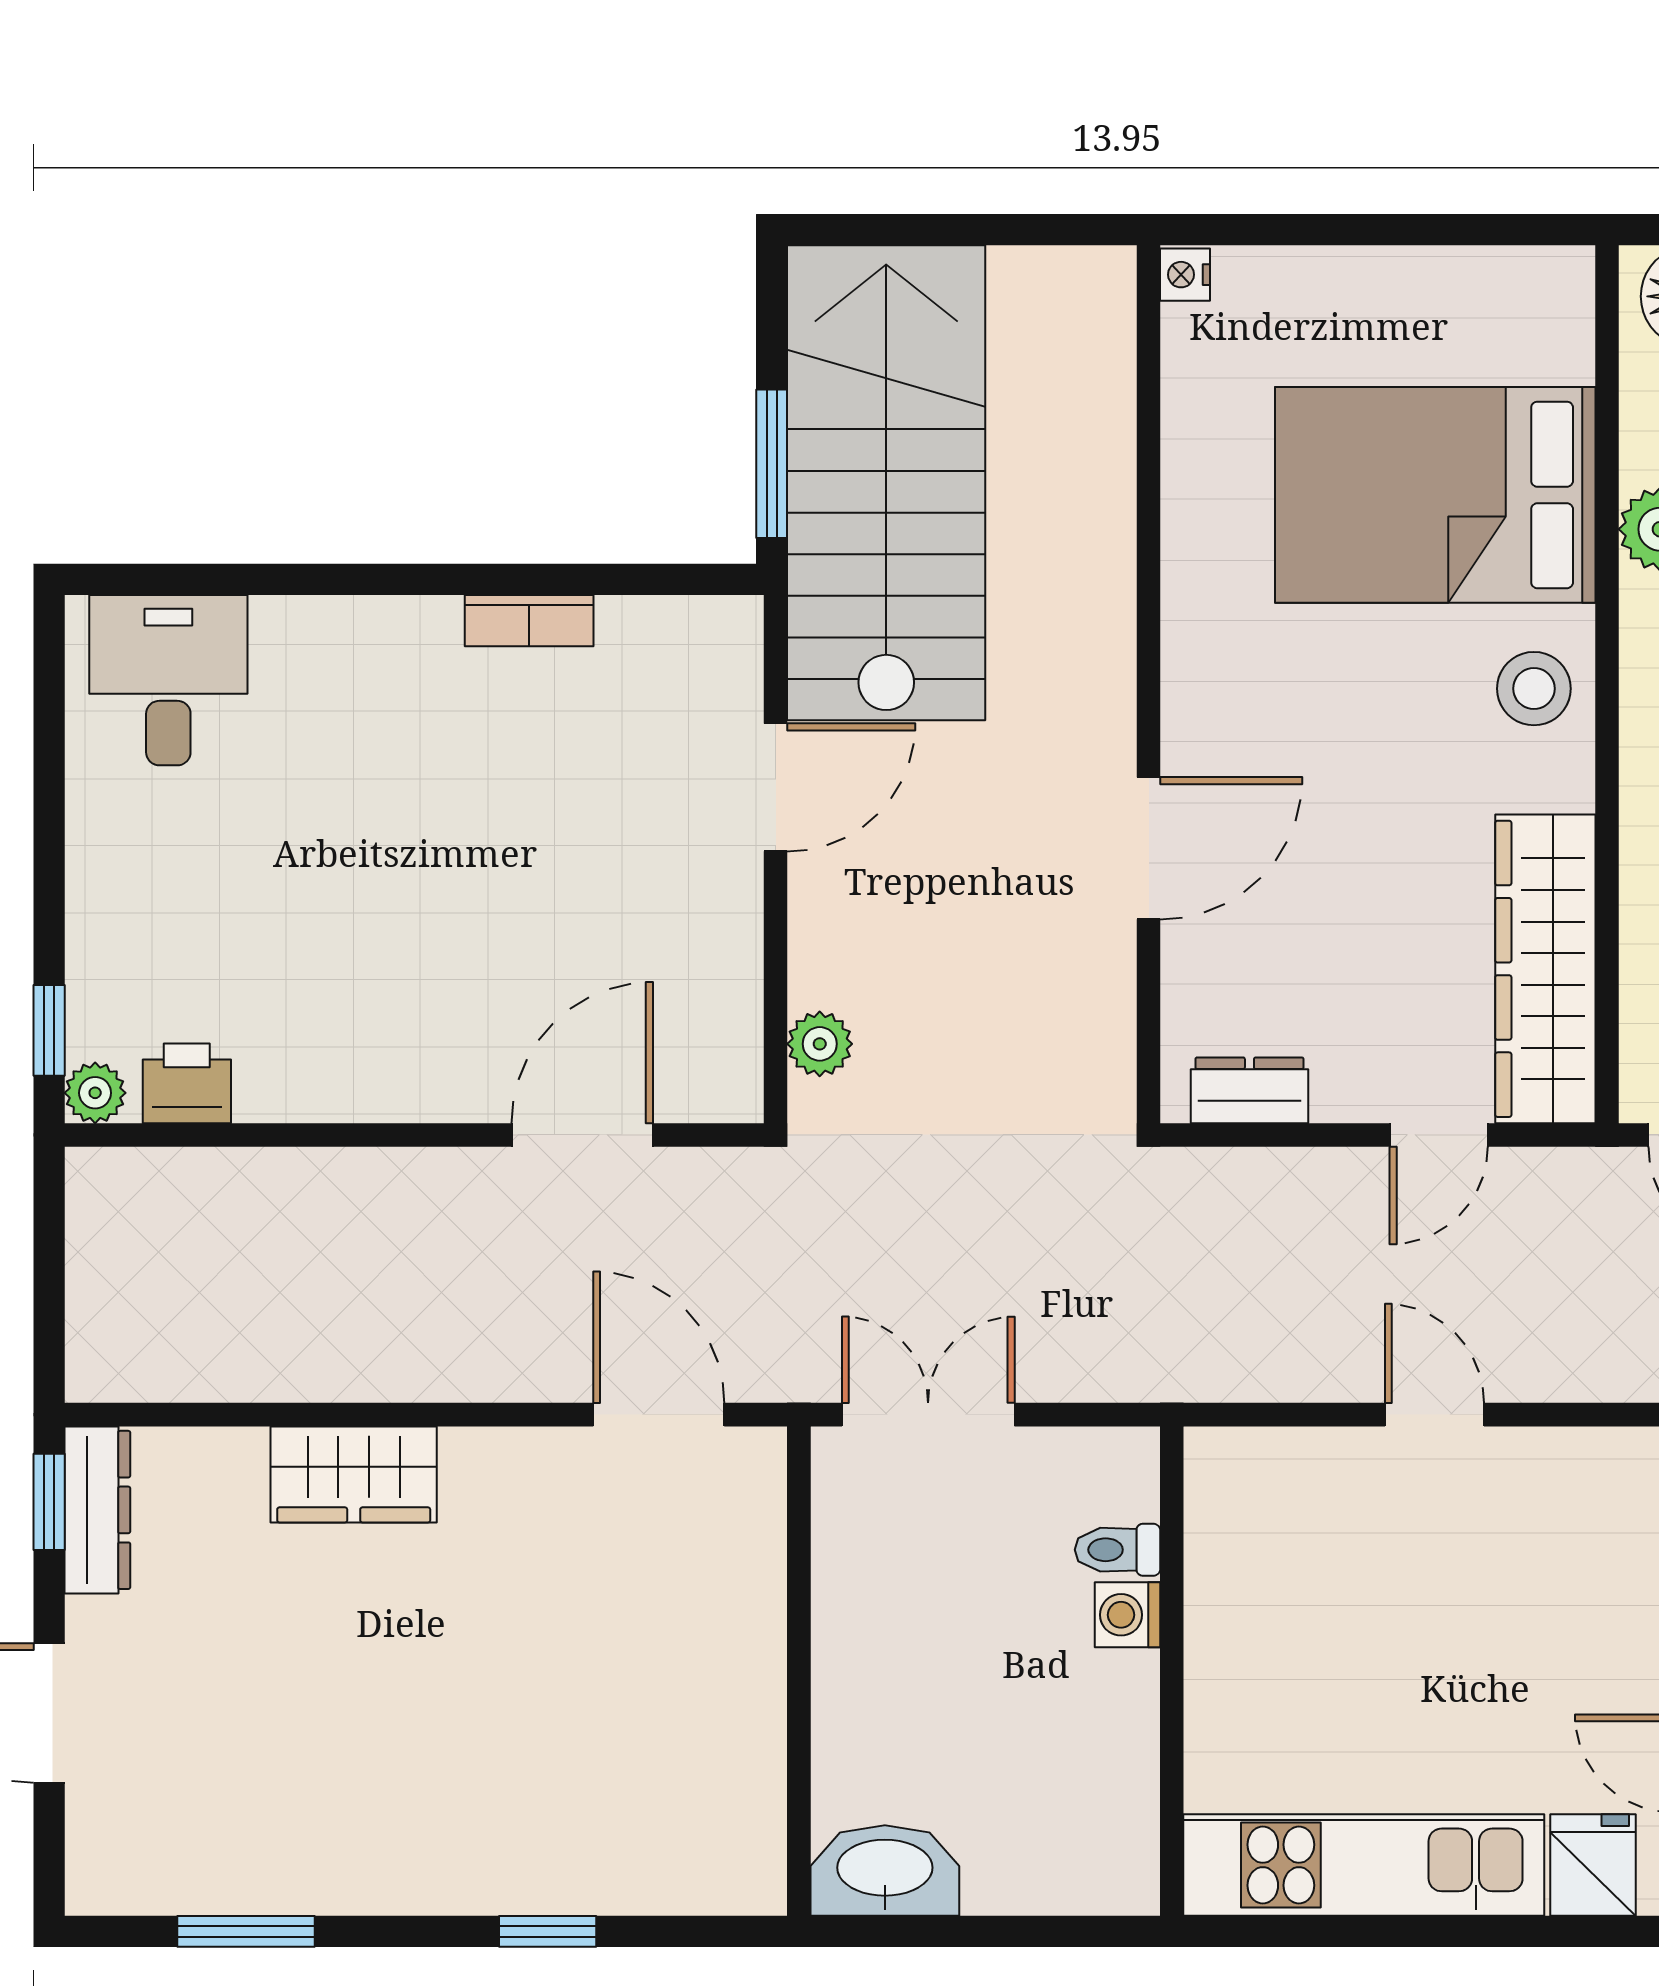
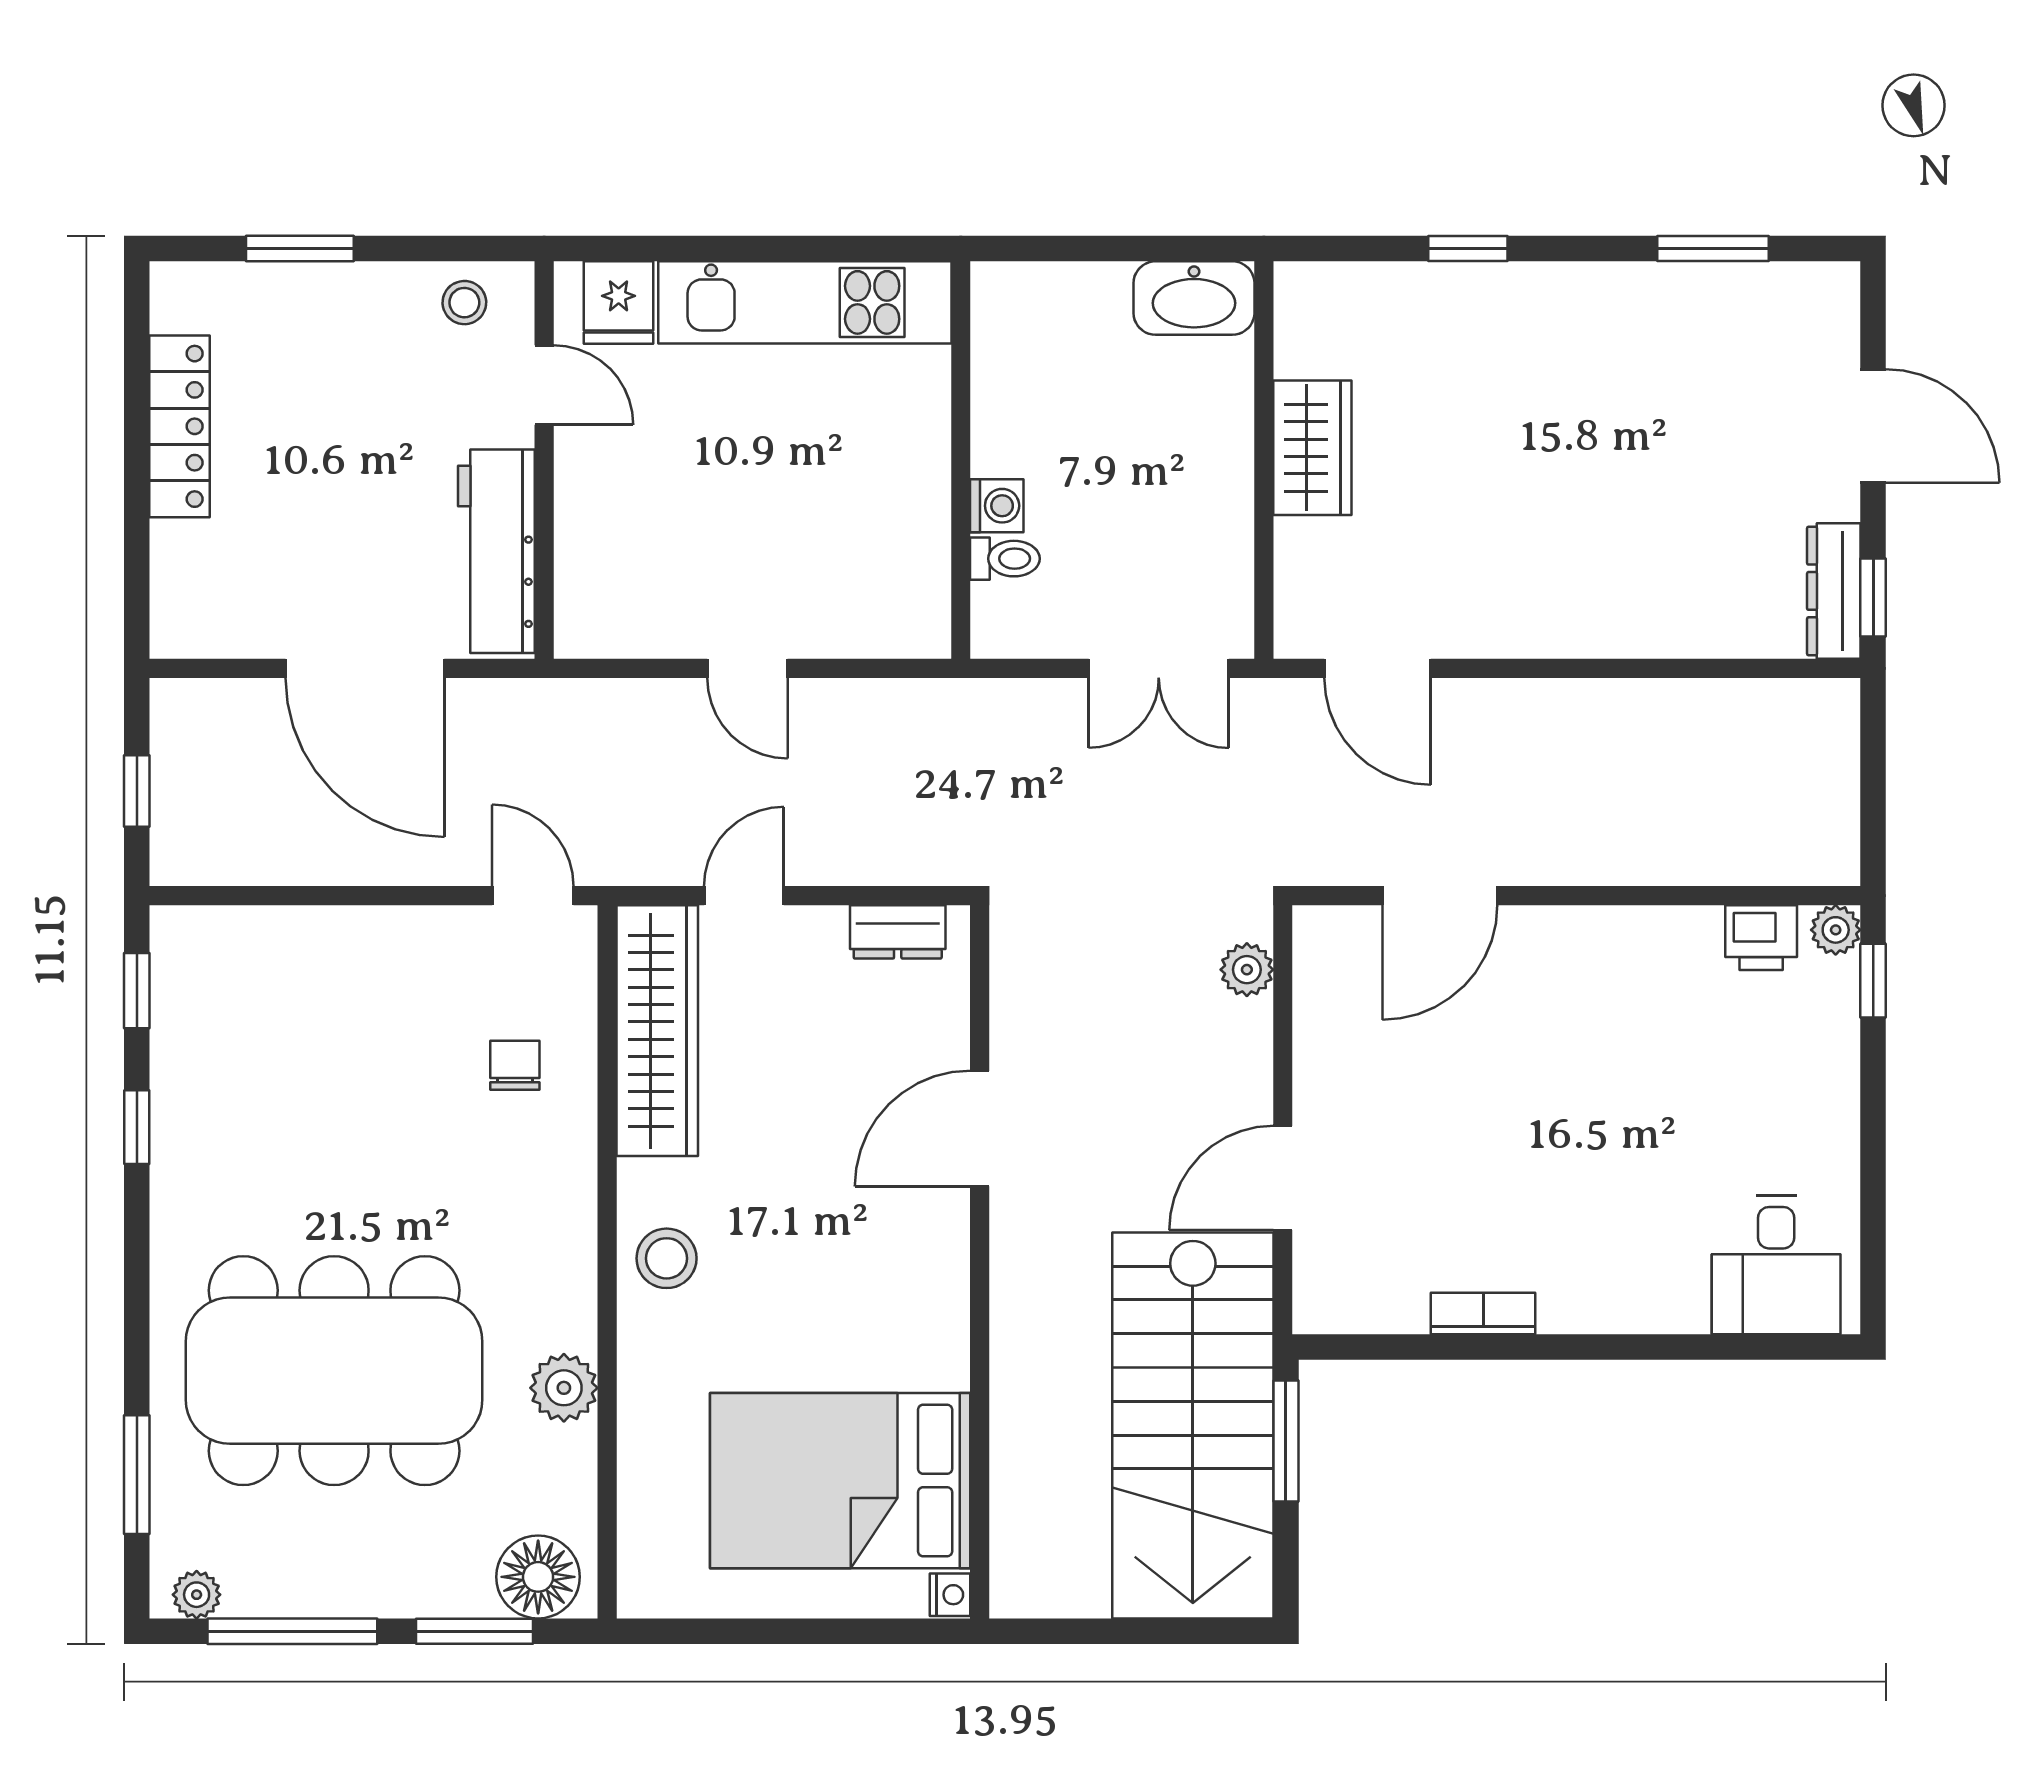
bed: (1435, 495) -> (840, 1481), moved, turned 180
wardrobe: (354, 1474) -> (1312, 448), moved, turned 90

